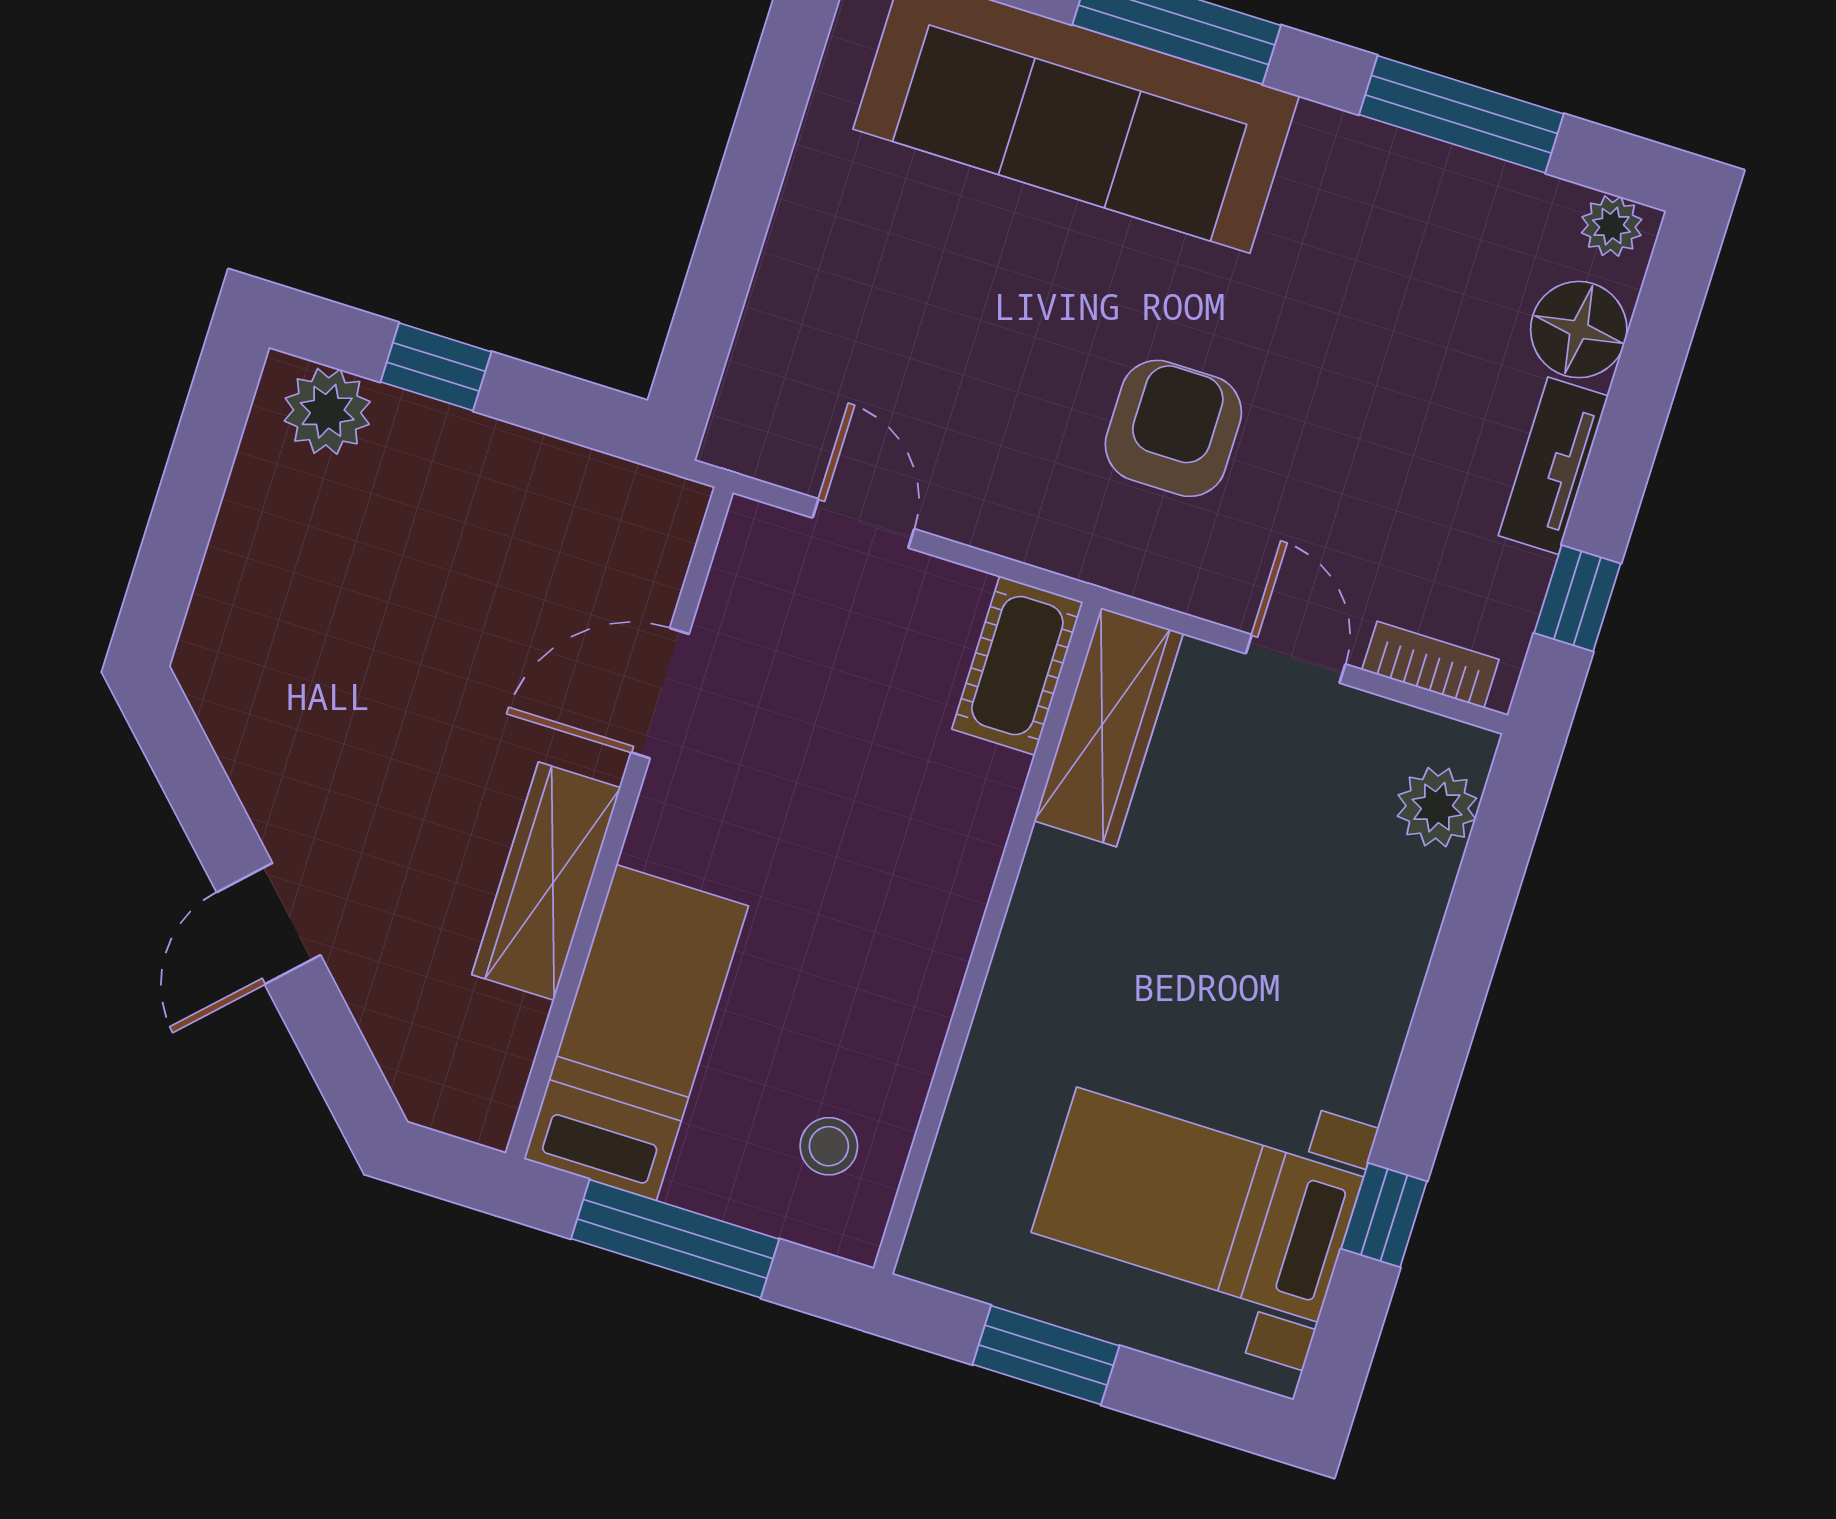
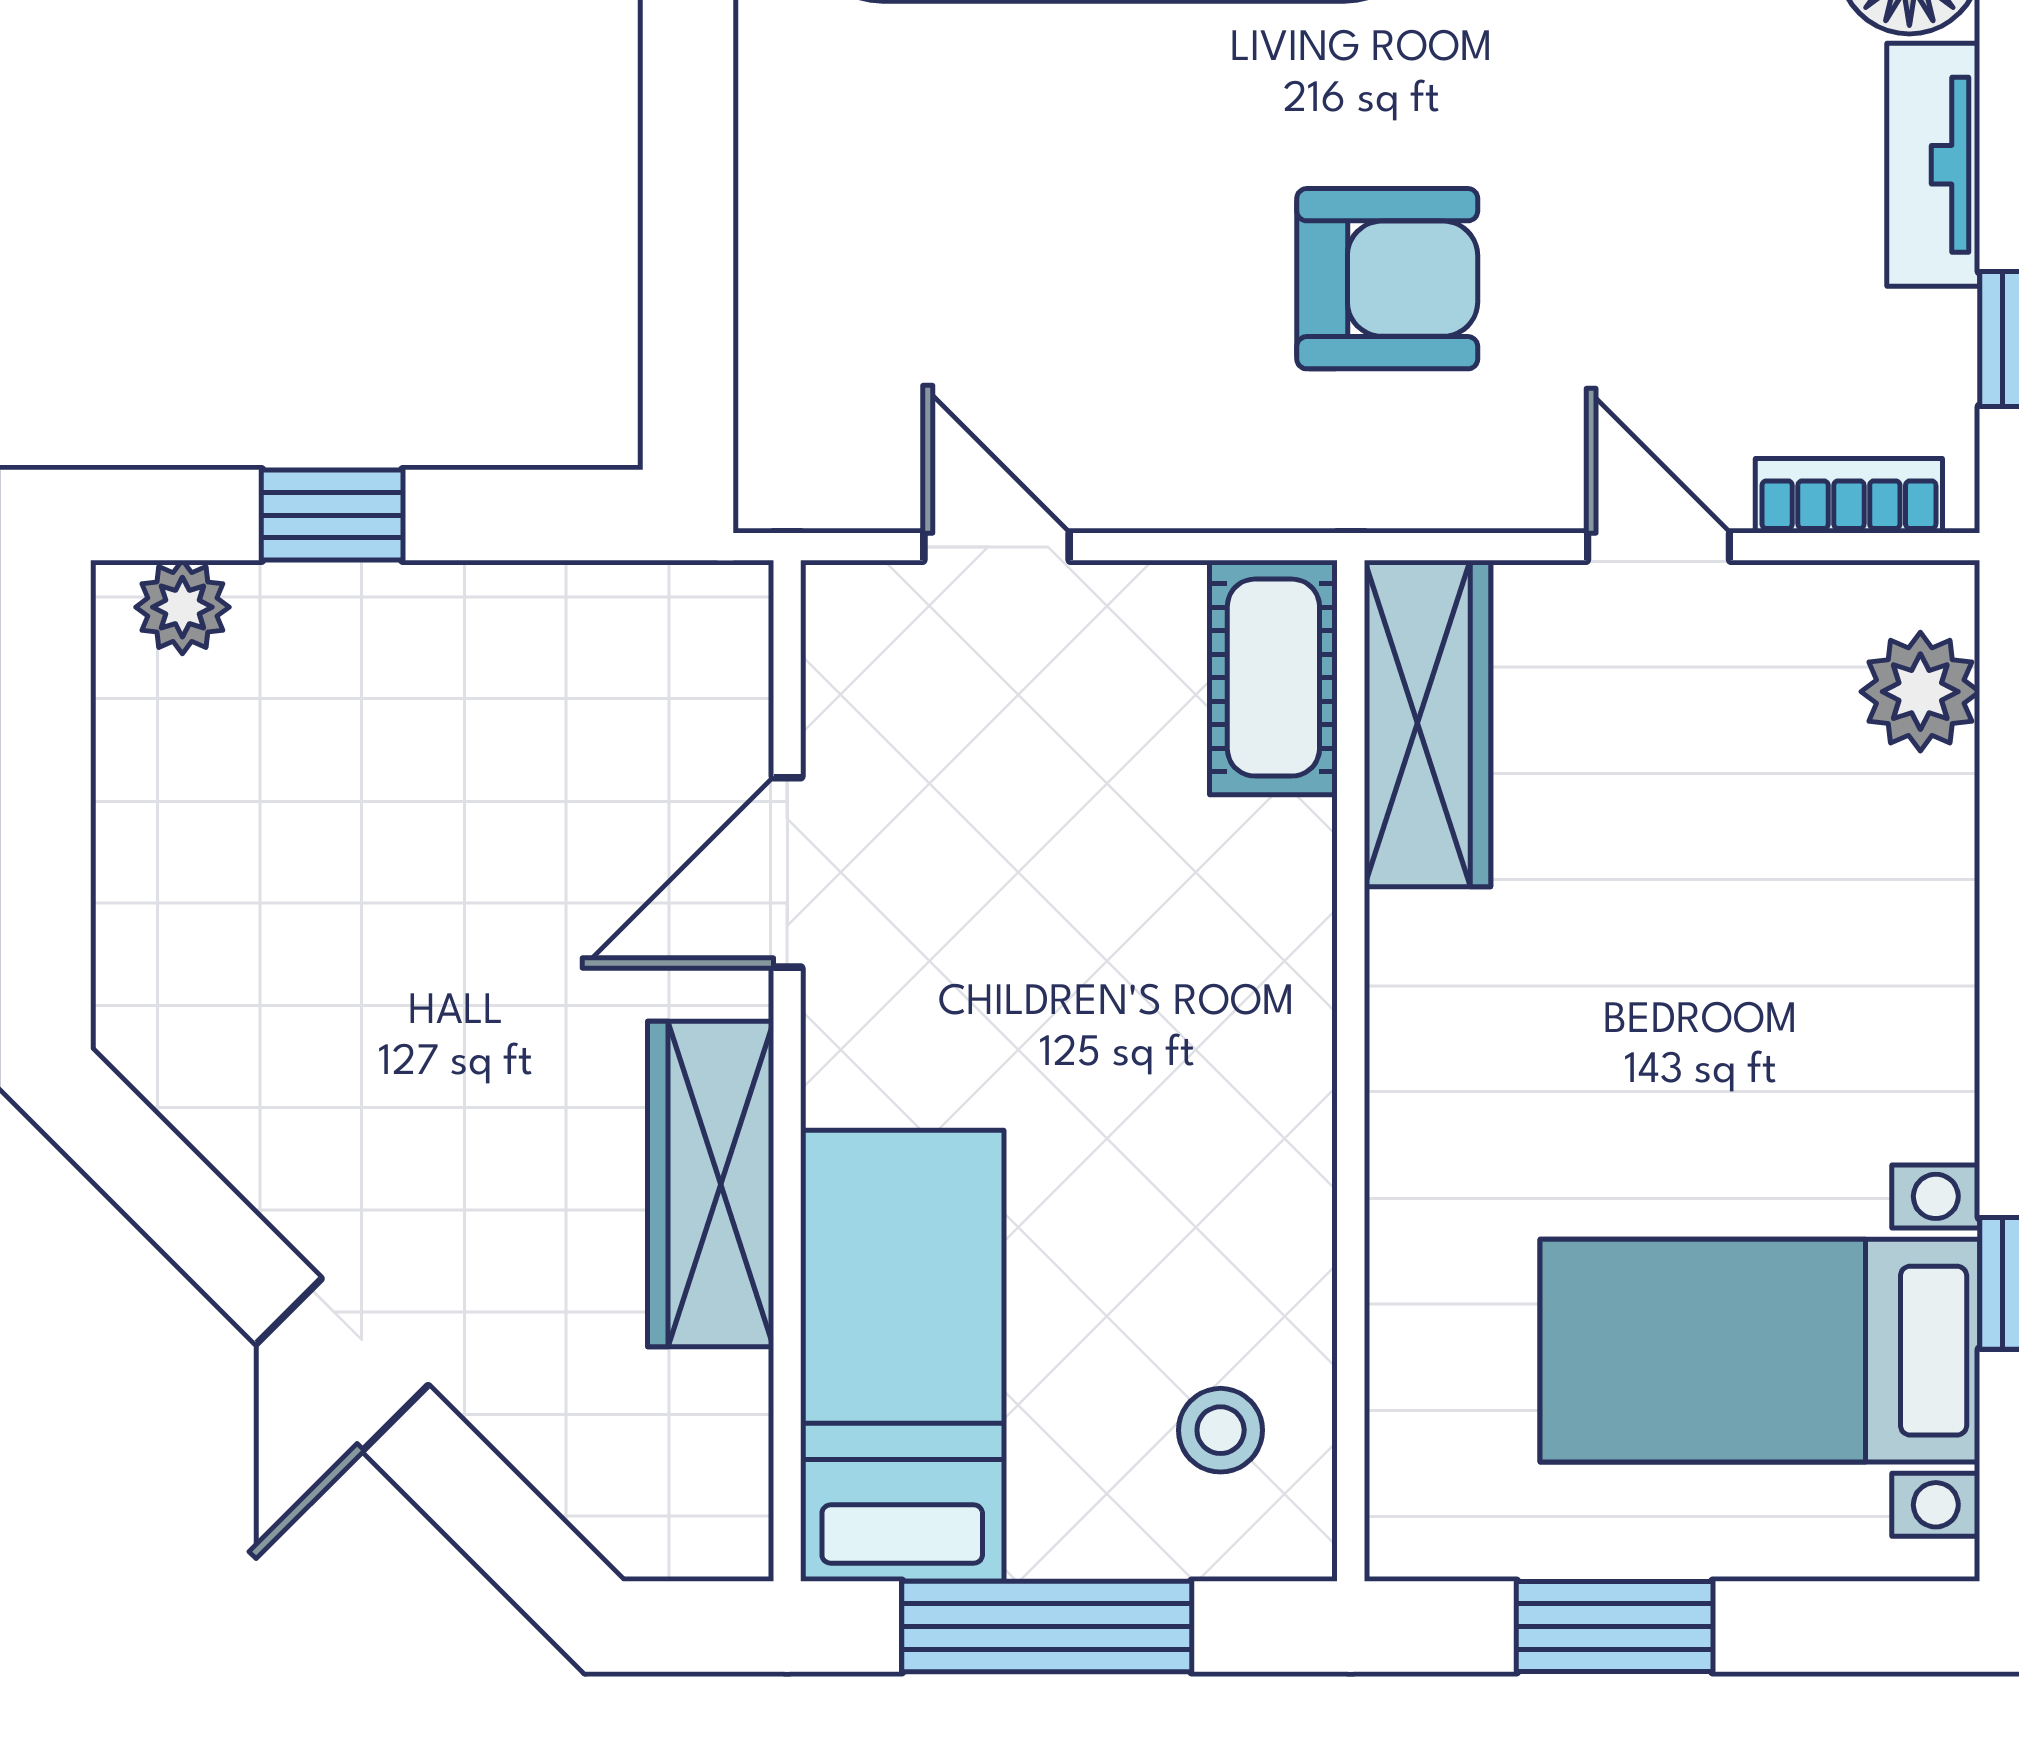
plant: (327, 411) -> (182, 607), width x0.73, depth x0.73
armchair: (1173, 428) -> (1387, 279), turned 90

